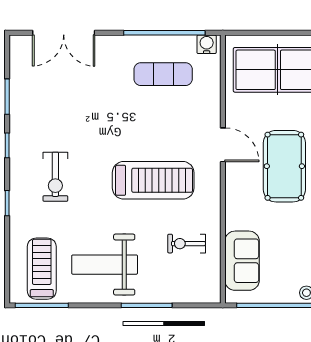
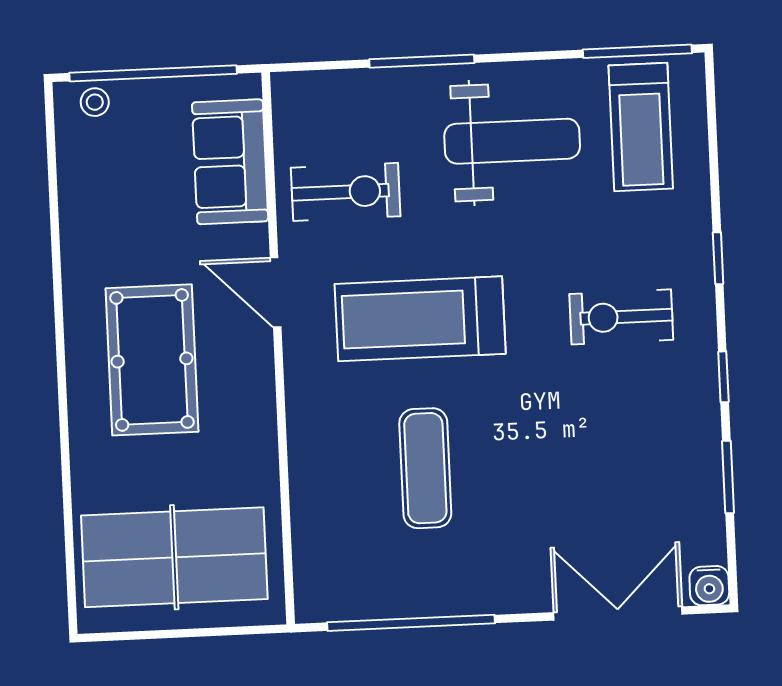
water cooler: (207, 44) -> (709, 586), moved
exercise mat: (163, 74) -> (425, 468), moved, turned 90
door: (223, 145) -> (276, 292), moved
exercise bike: (55, 177) -> (621, 317), turned -90
exercise bike: (187, 244) -> (346, 192), width x1.38, depth x1.39

